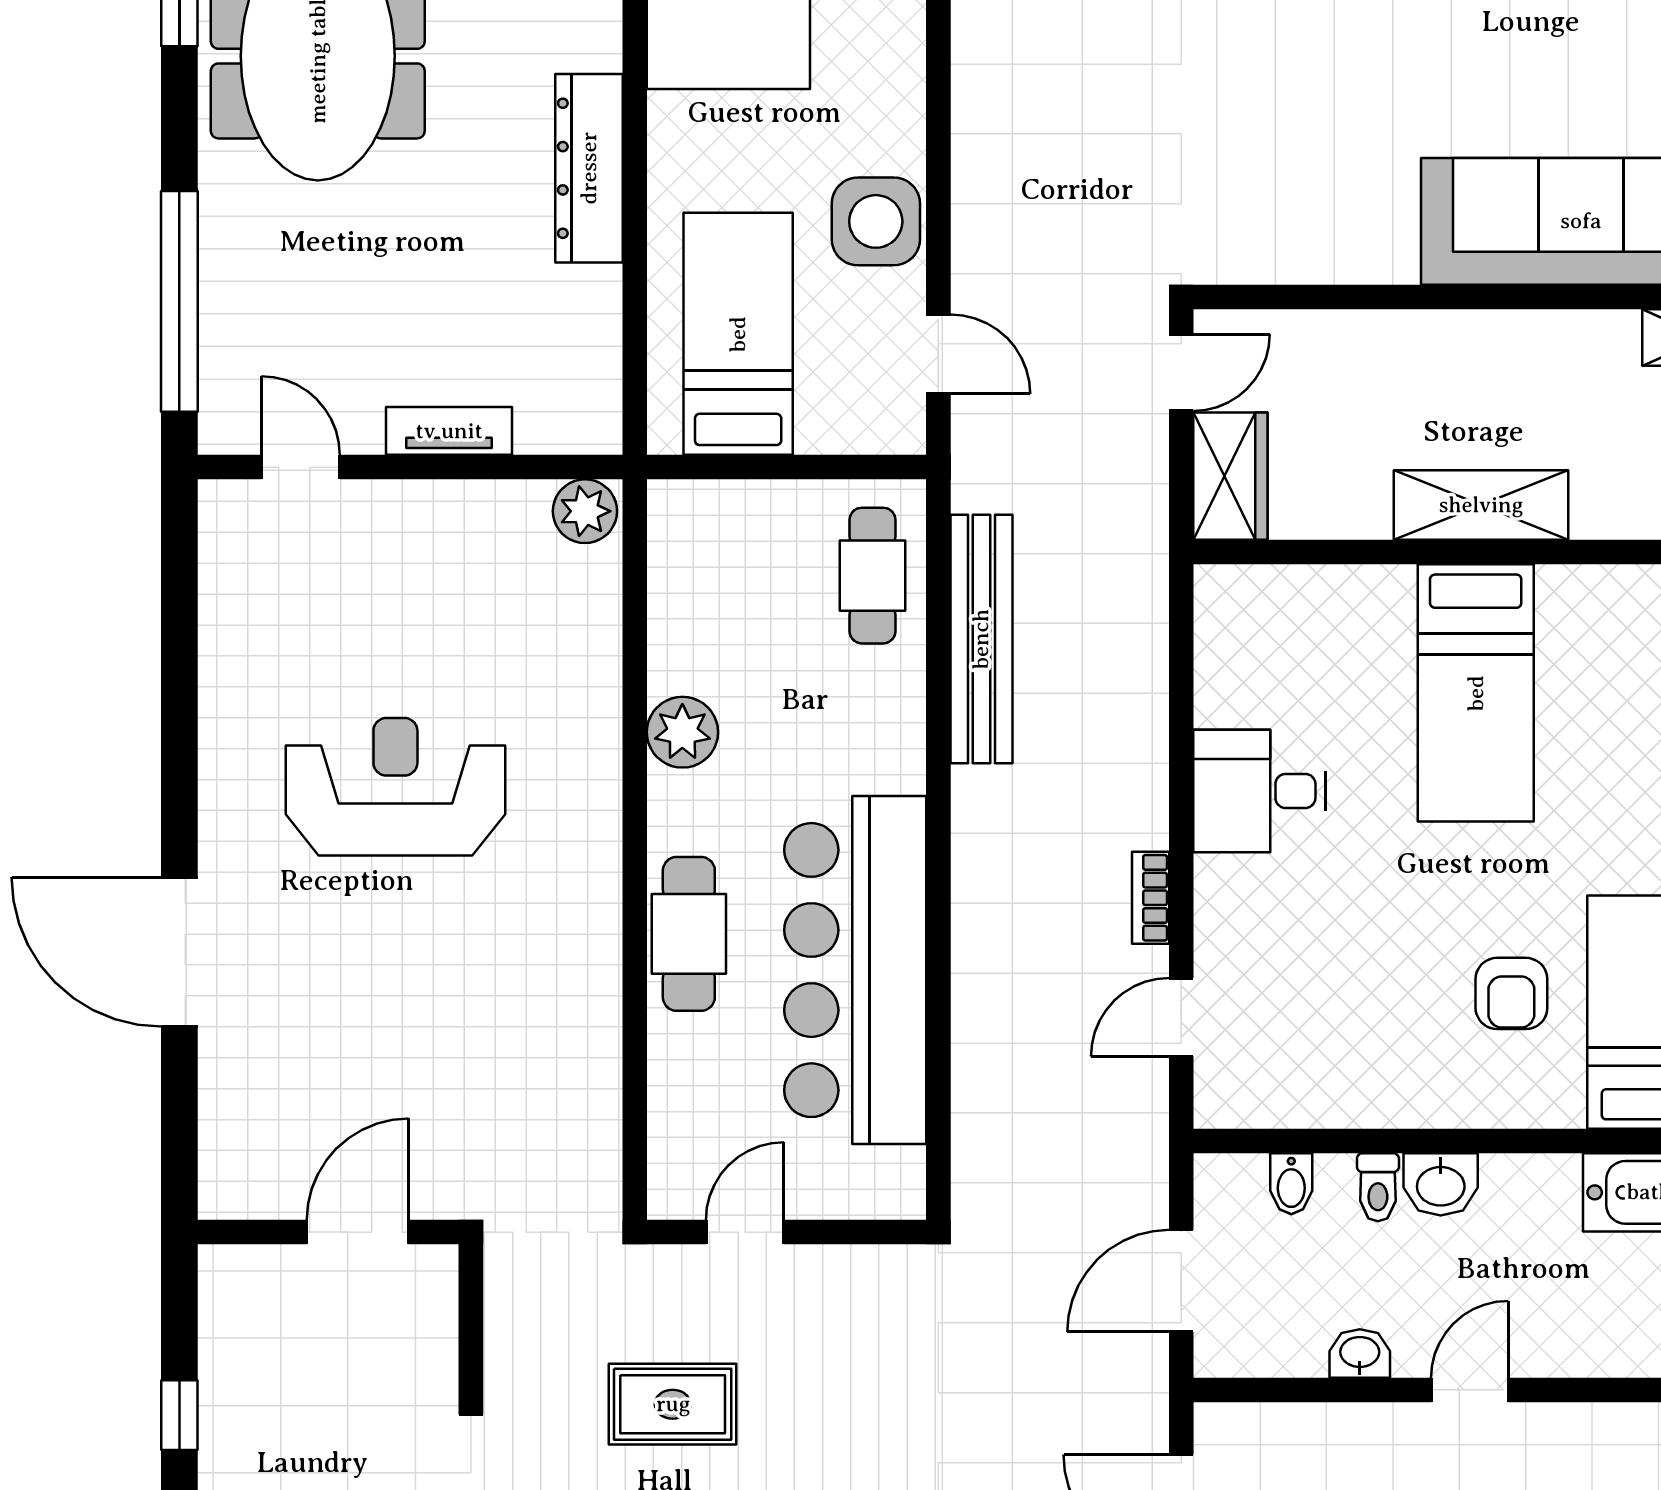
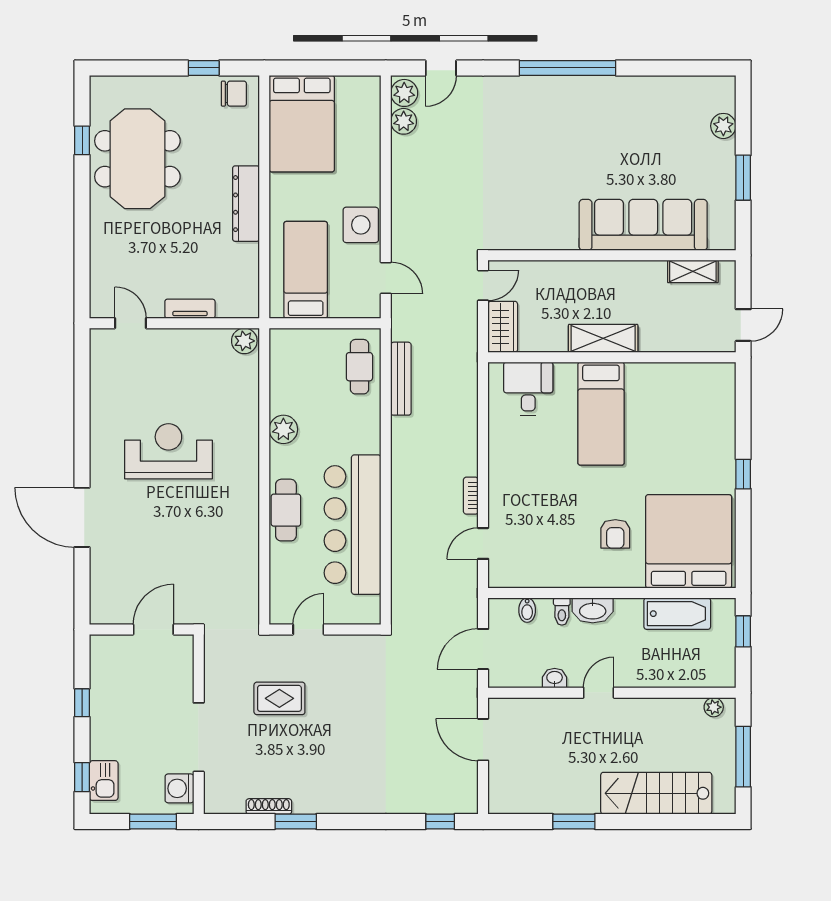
window: (179, 301) -> (82, 257), removed
bench: (981, 639) -> (401, 379), width x0.73, depth x0.82
desk: (1260, 791) -> (528, 389), moved, turned 90
washbasin: (1441, 1184) -> (593, 610), width x1.38

